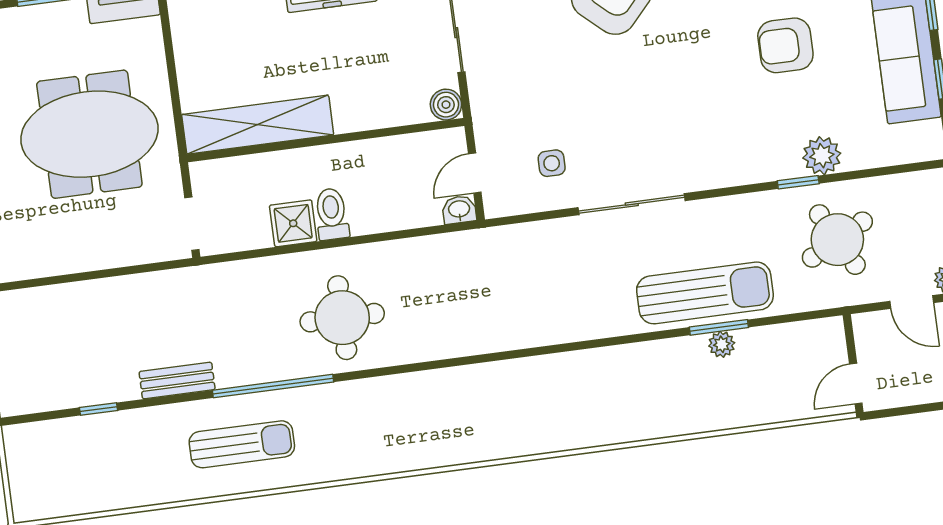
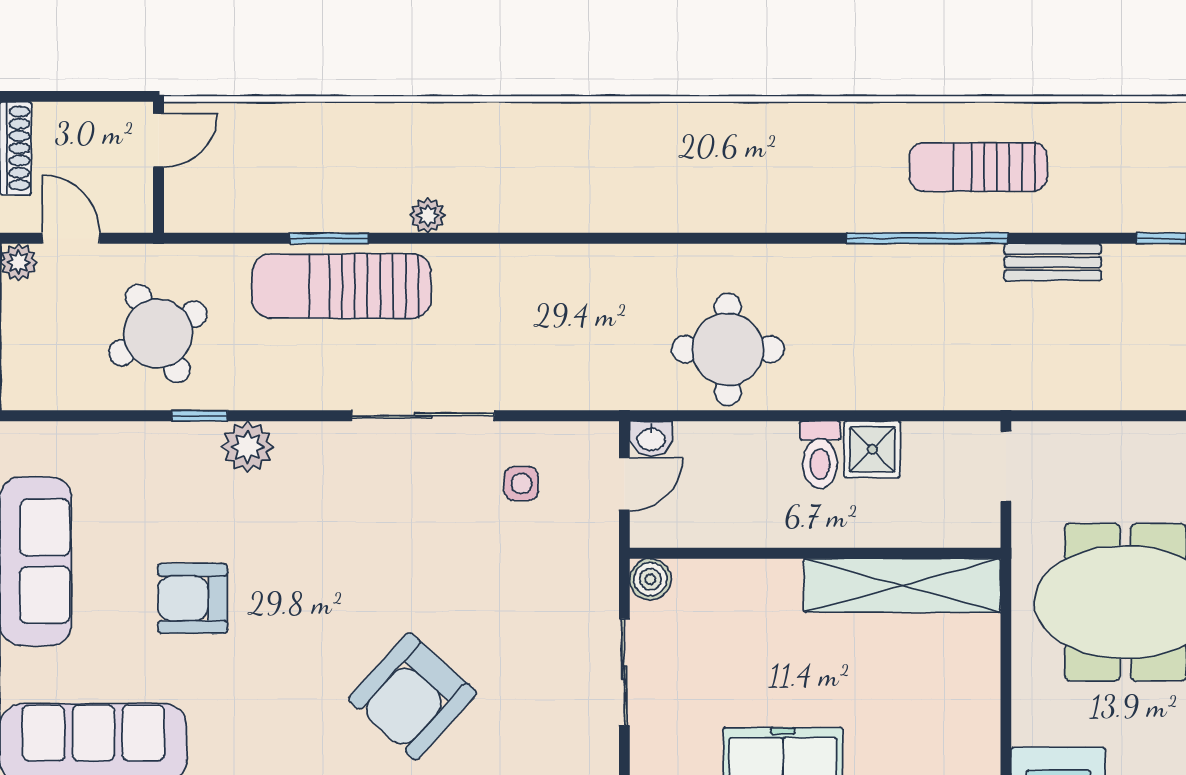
armchair: (785, 45) -> (193, 598), turned 180
plant: (822, 156) -> (248, 447), moved
round table: (342, 318) -> (728, 349), moved
plant: (722, 344) -> (428, 215), moved

